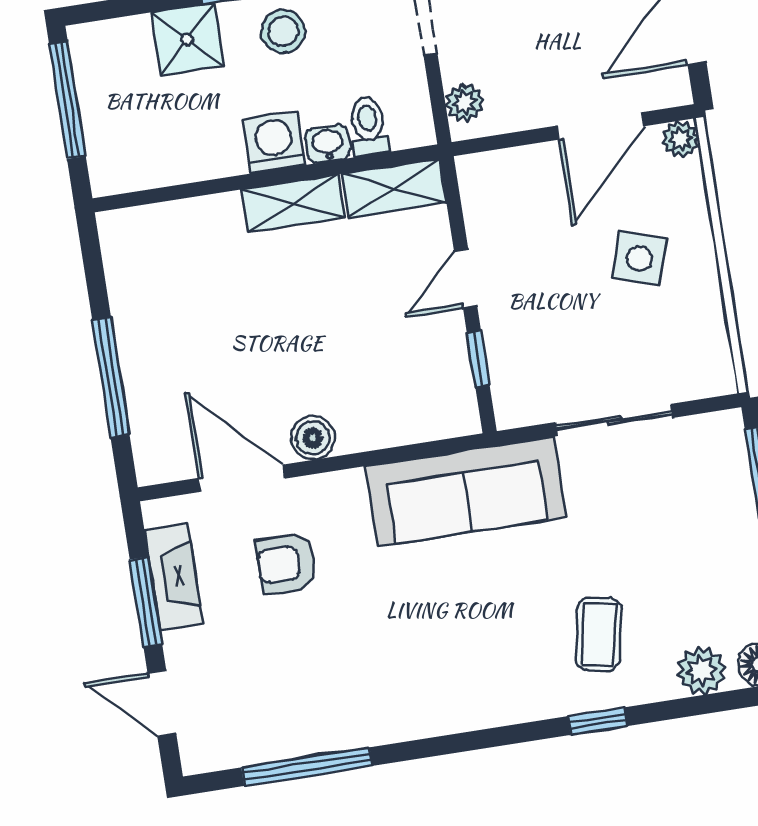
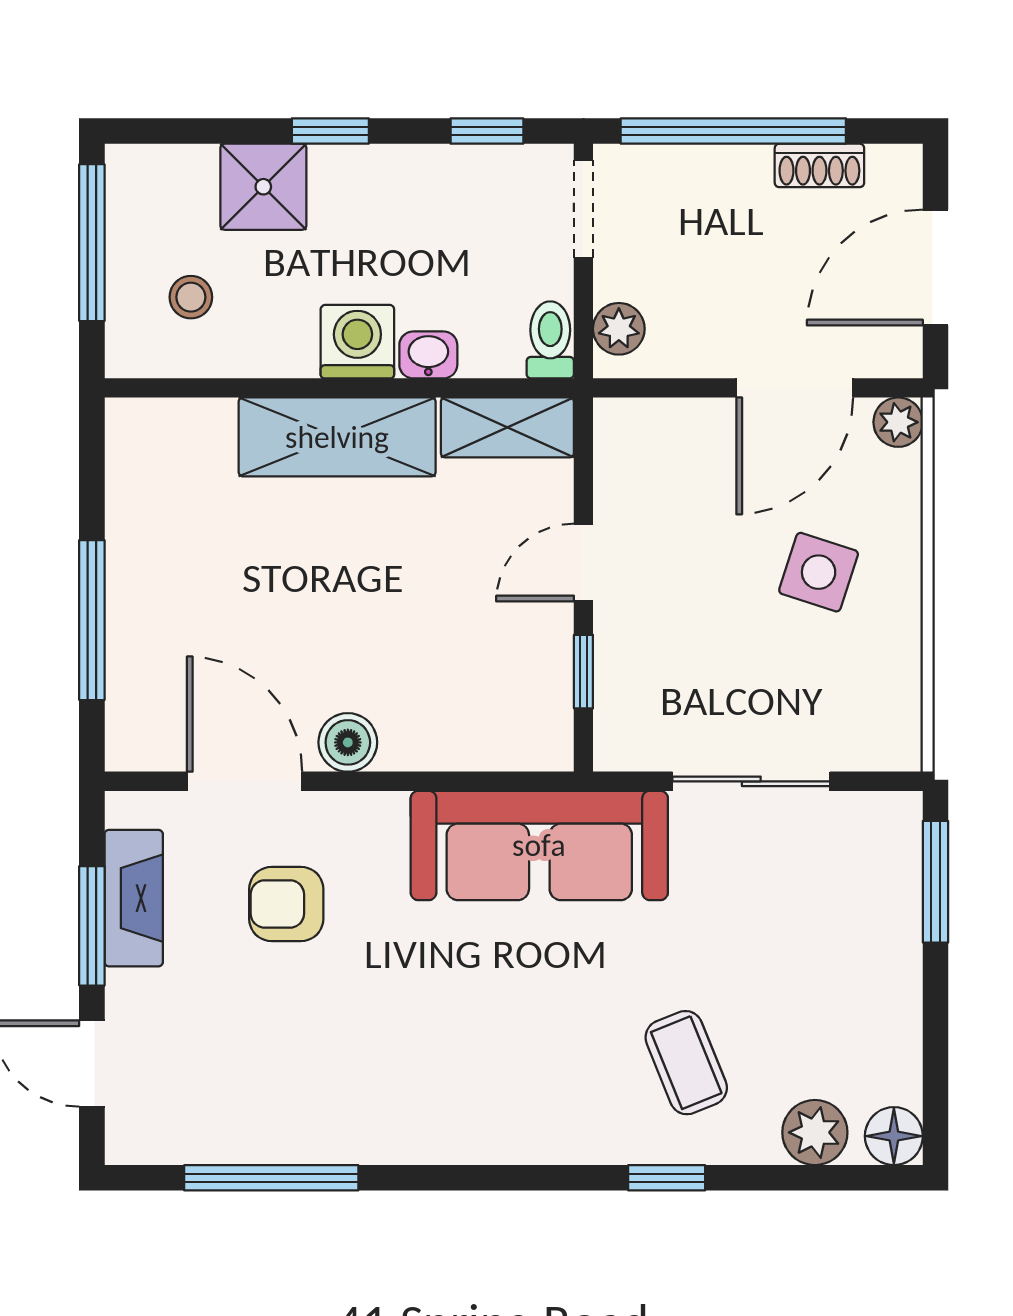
stool: (283, 31) -> (191, 297), moved, width x0.73, depth x0.73
toilet: (368, 126) -> (550, 340), moved
shelving: (293, 203) -> (337, 437), width x1.50, depth x1.33
coffee table: (599, 634) -> (686, 1063), turned -33

